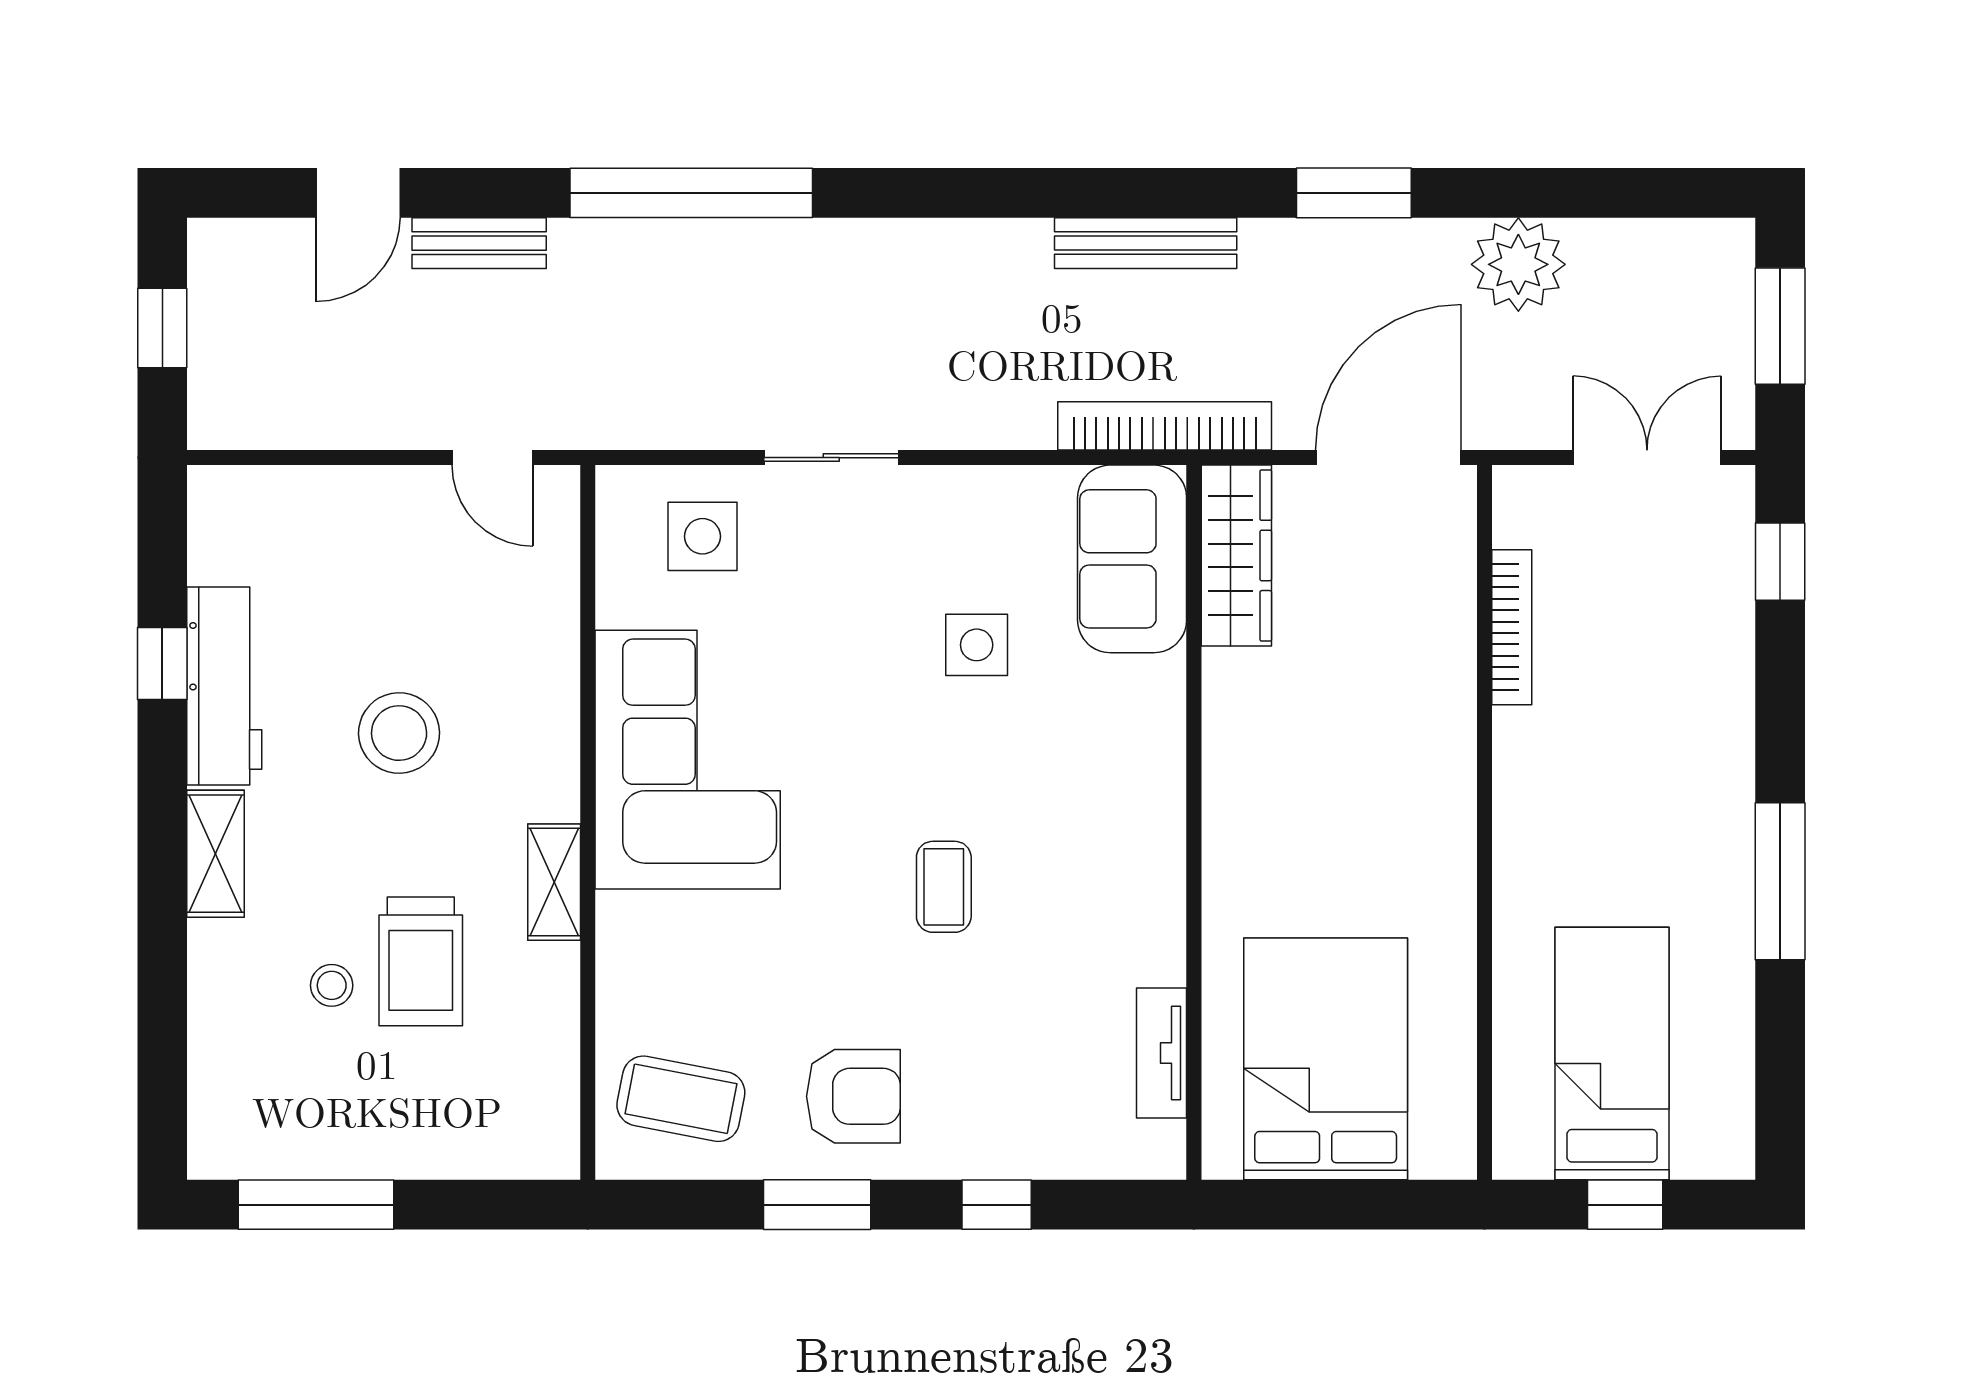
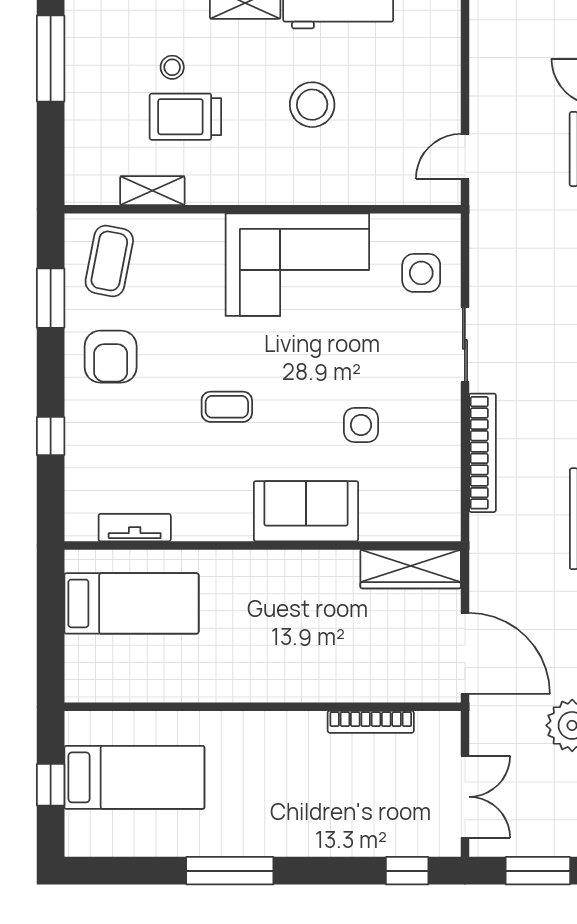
bookcase: (1165, 426) -> (483, 453), moved
sofa: (1132, 559) -> (306, 511), moved
shelving: (554, 882) -> (152, 191), moved
bed: (1326, 1059) -> (131, 603), width x0.67
window: (817, 1205) -> (51, 298), moved

